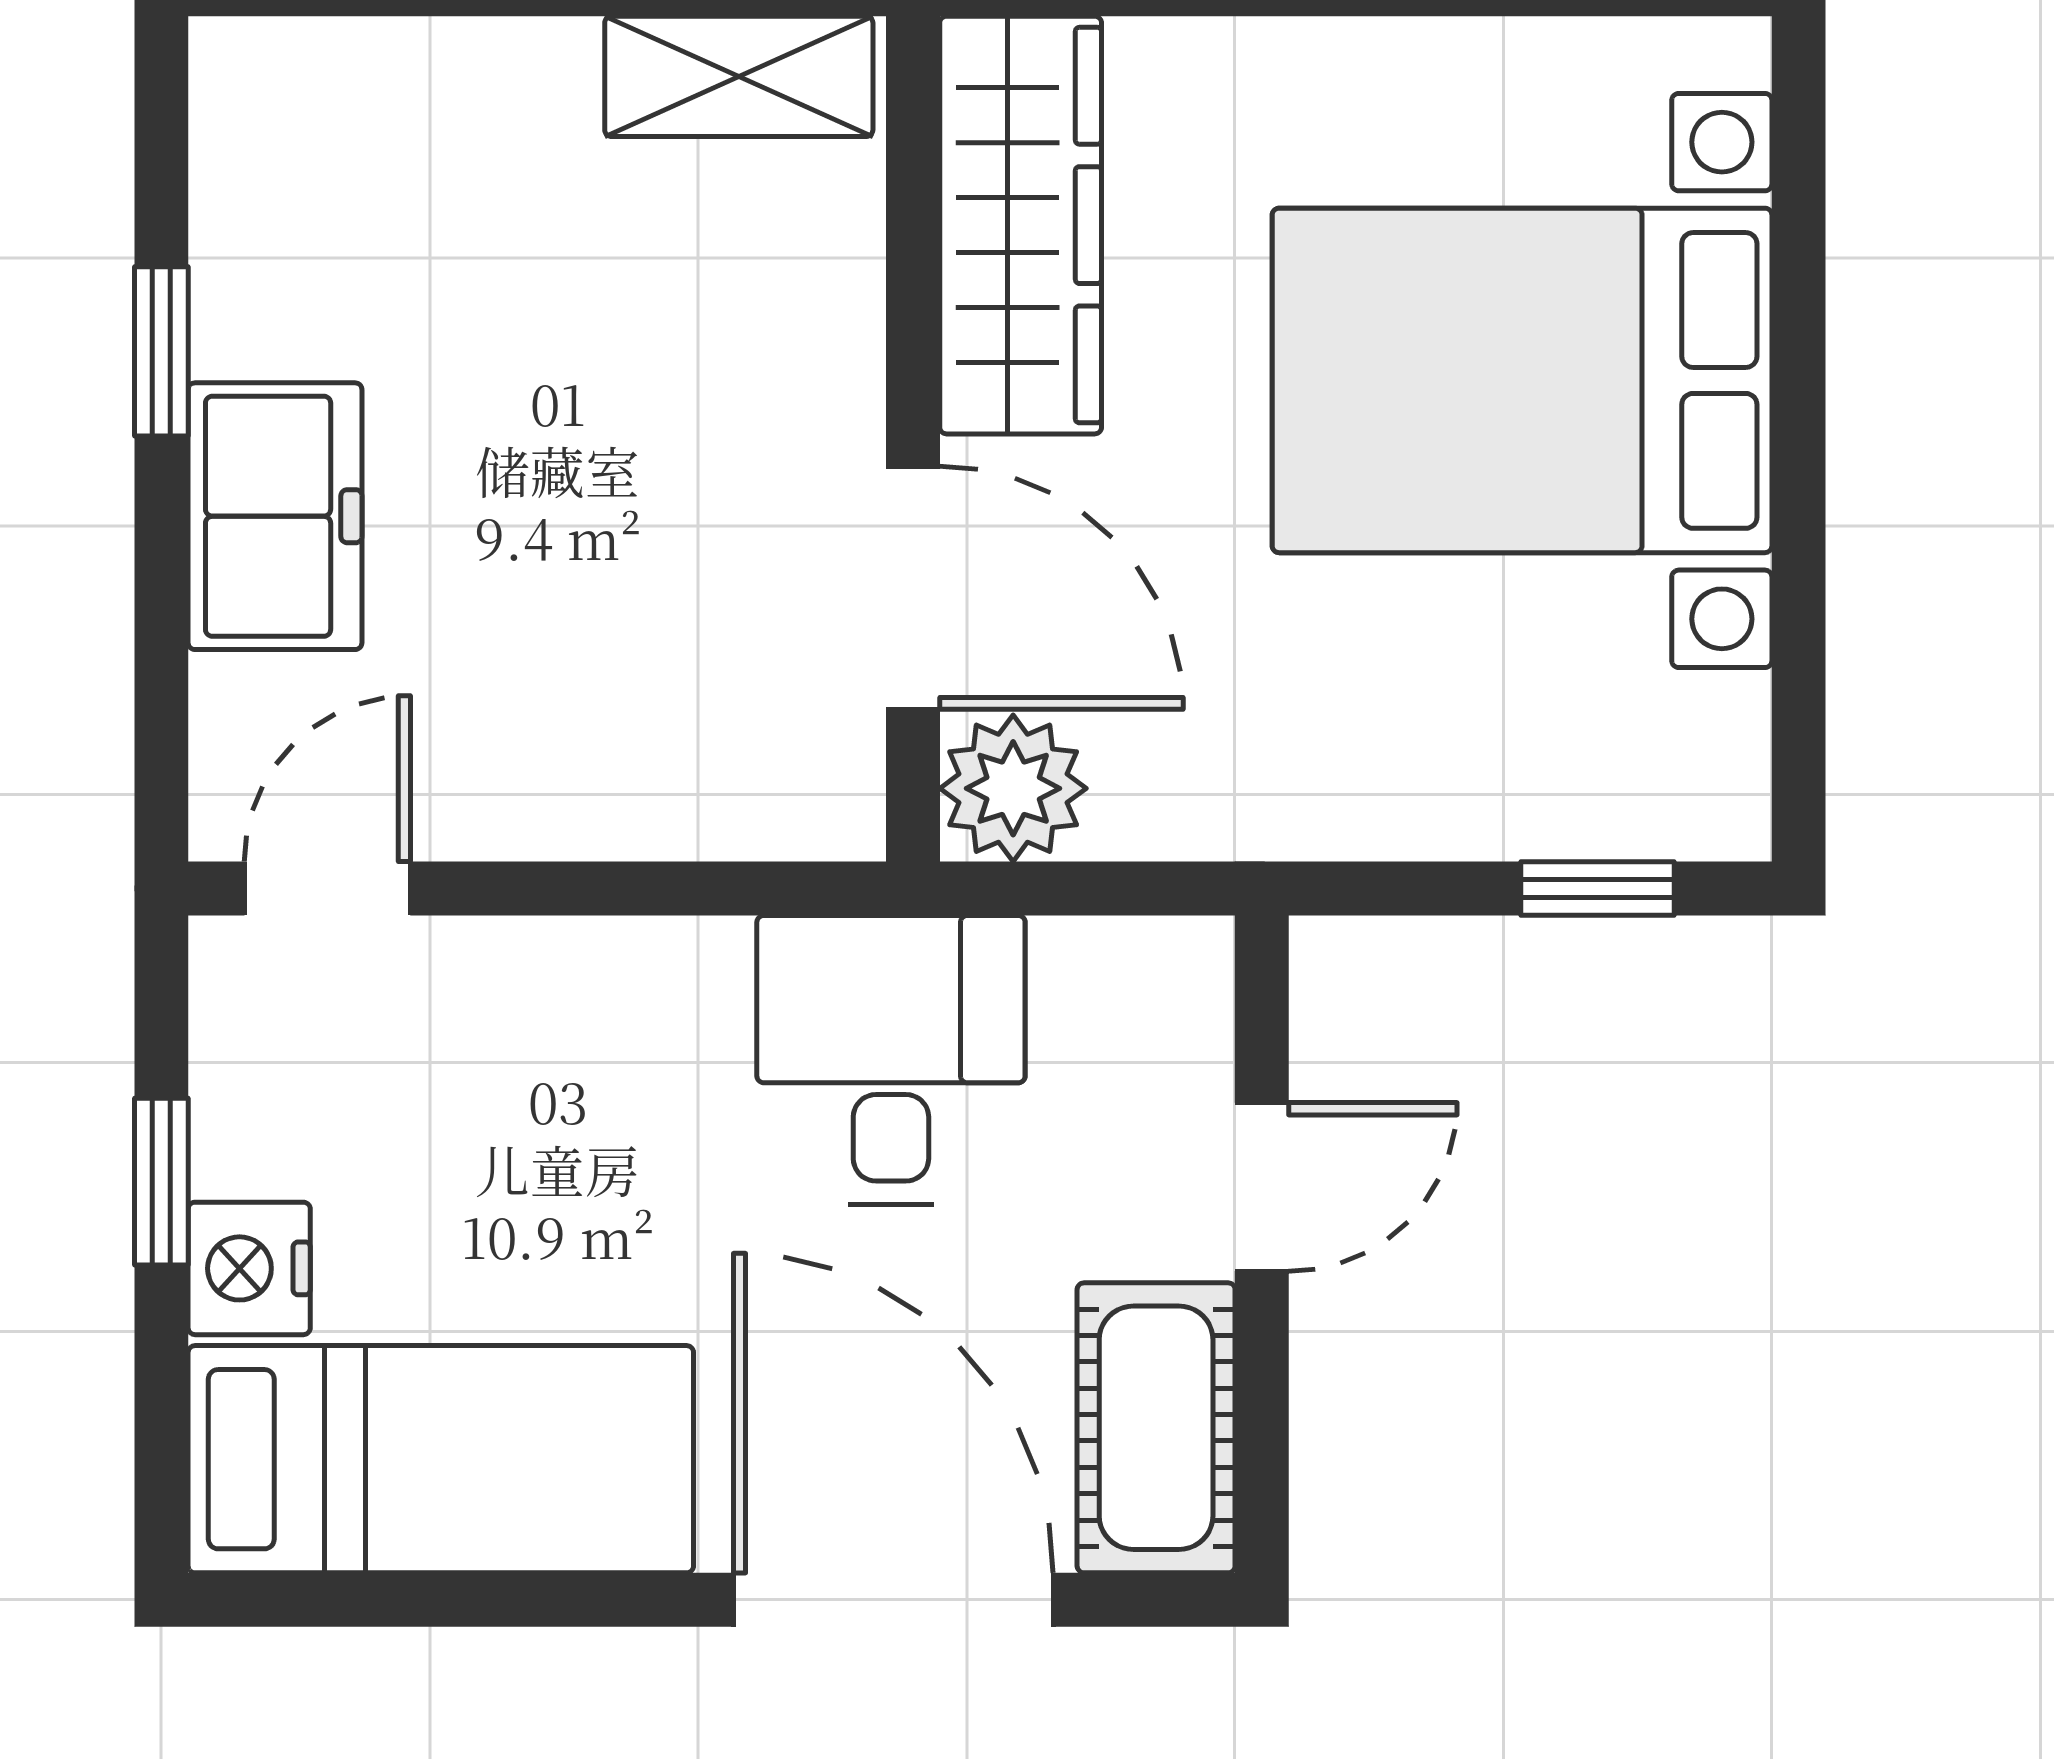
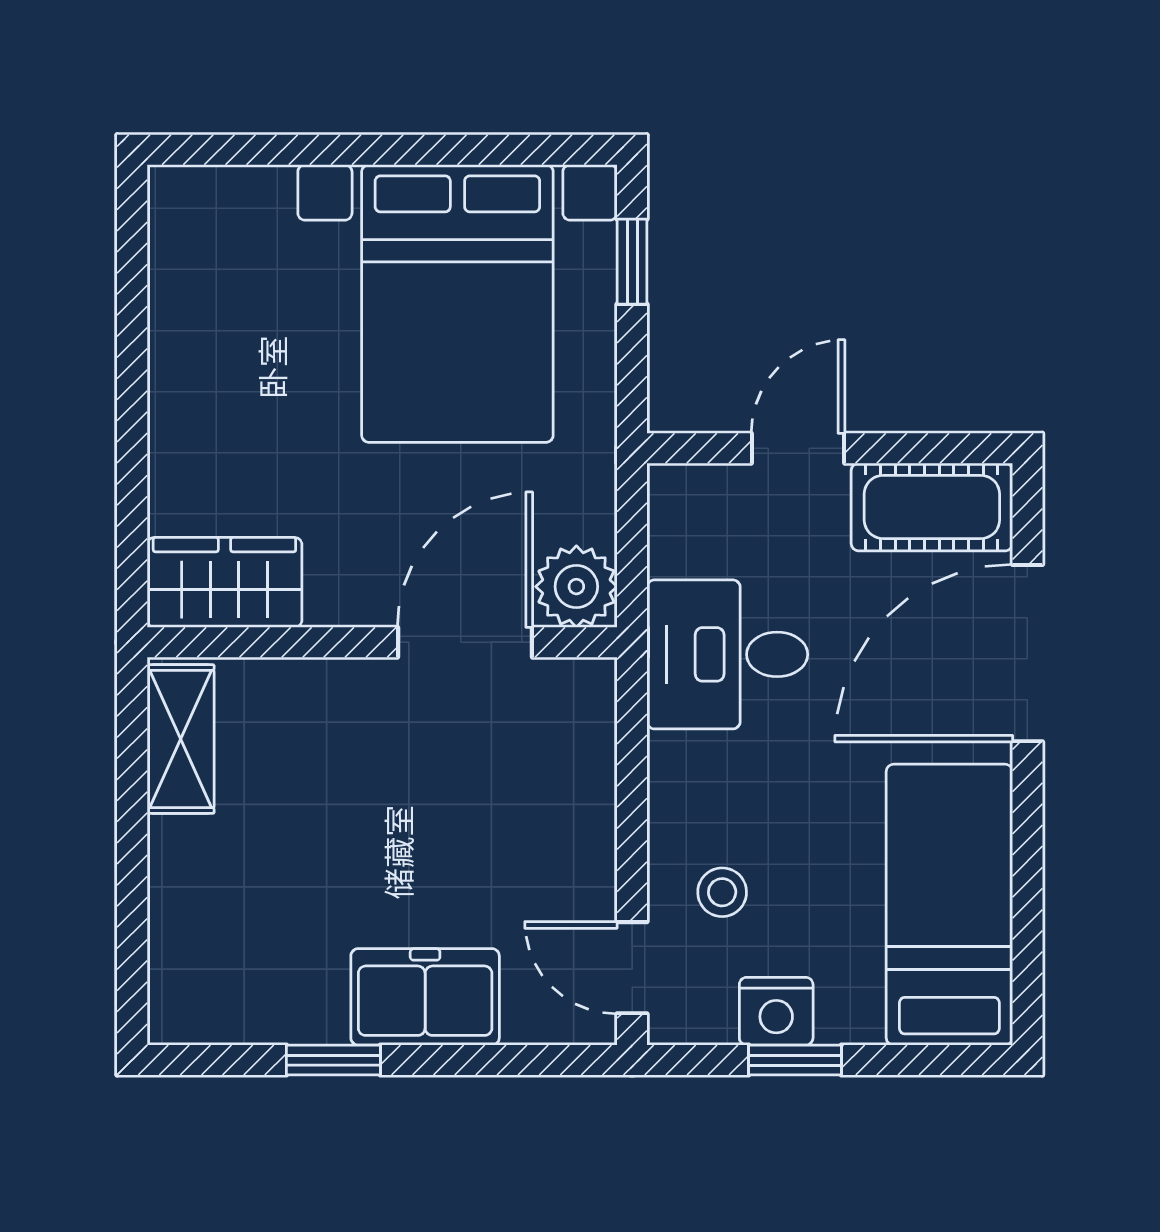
wardrobe: (1021, 225) -> (224, 582), width x0.67
bed with nightstands: (1522, 380) -> (457, 304), moved
stool: (463, 1050) -> (722, 892), added
door: (1262, 1187) -> (798, 448), hinge flipped
nightstand: (249, 1268) -> (776, 1011), moved

